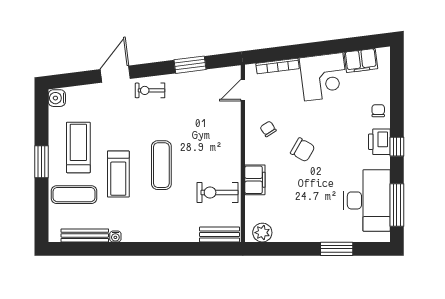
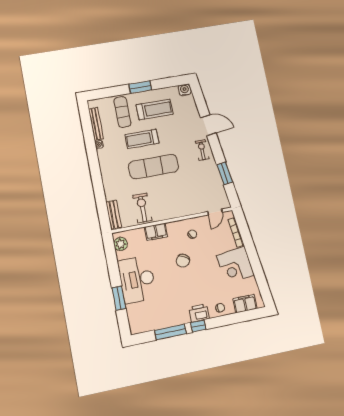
filing cabinet: (361, 61) -> (245, 304), moved, turned 97
door: (243, 90) -> (215, 212), swing flipped
exercise mat: (161, 165) -> (154, 167), width x1.36, depth x1.45
desk: (367, 200) -> (137, 279), moved, turned 90
window: (397, 205) -> (171, 332), moved

